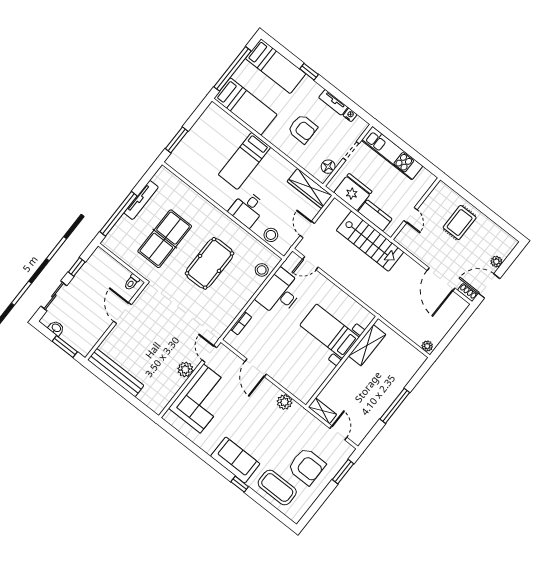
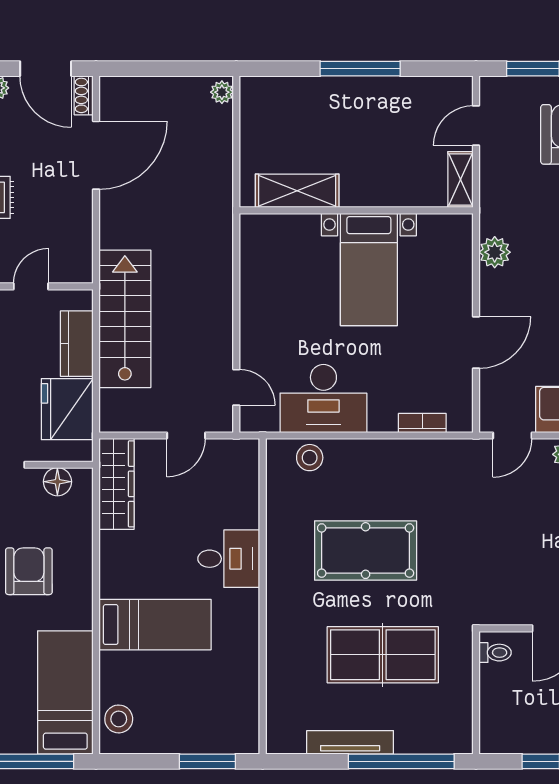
stool: (271, 235) -> (119, 719), moved
bed with nightstands: (330, 331) -> (369, 269), moved

